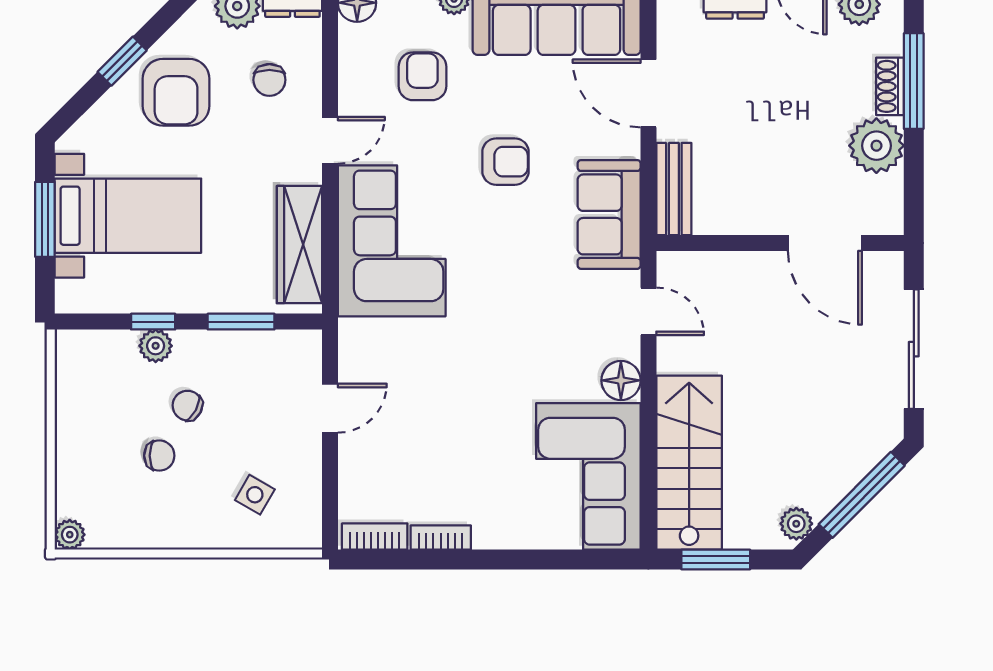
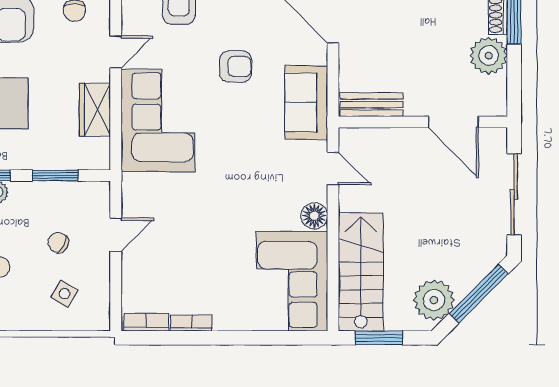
bench: (674, 189) -> (371, 105), moved, turned 90
wardrobe: (299, 245) -> (95, 110), width x0.67
chair: (187, 406) -> (58, 243), moved
plant: (796, 524) -> (434, 300), width x1.88, depth x1.88

